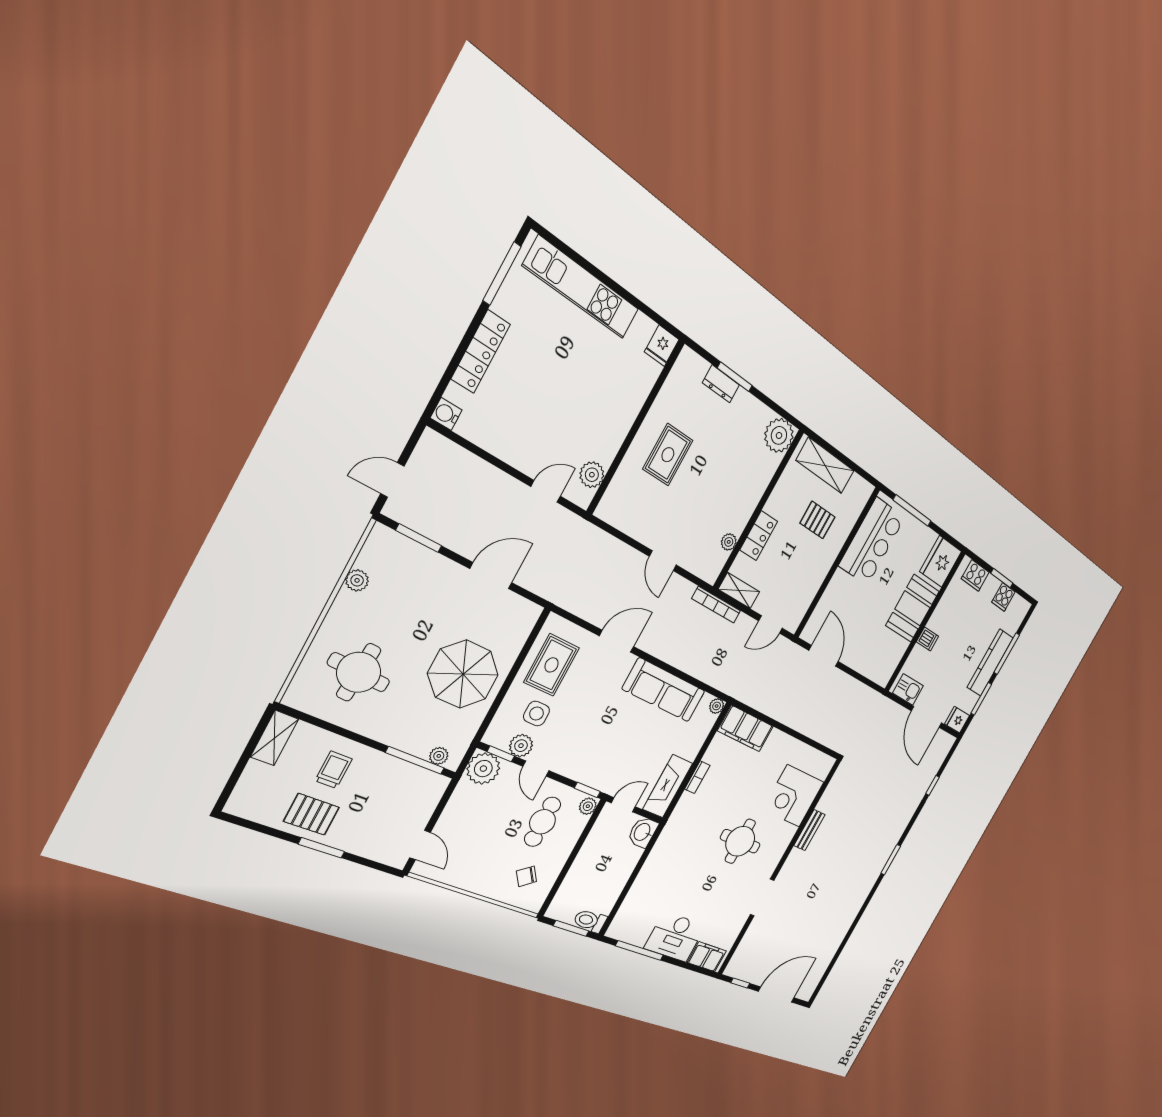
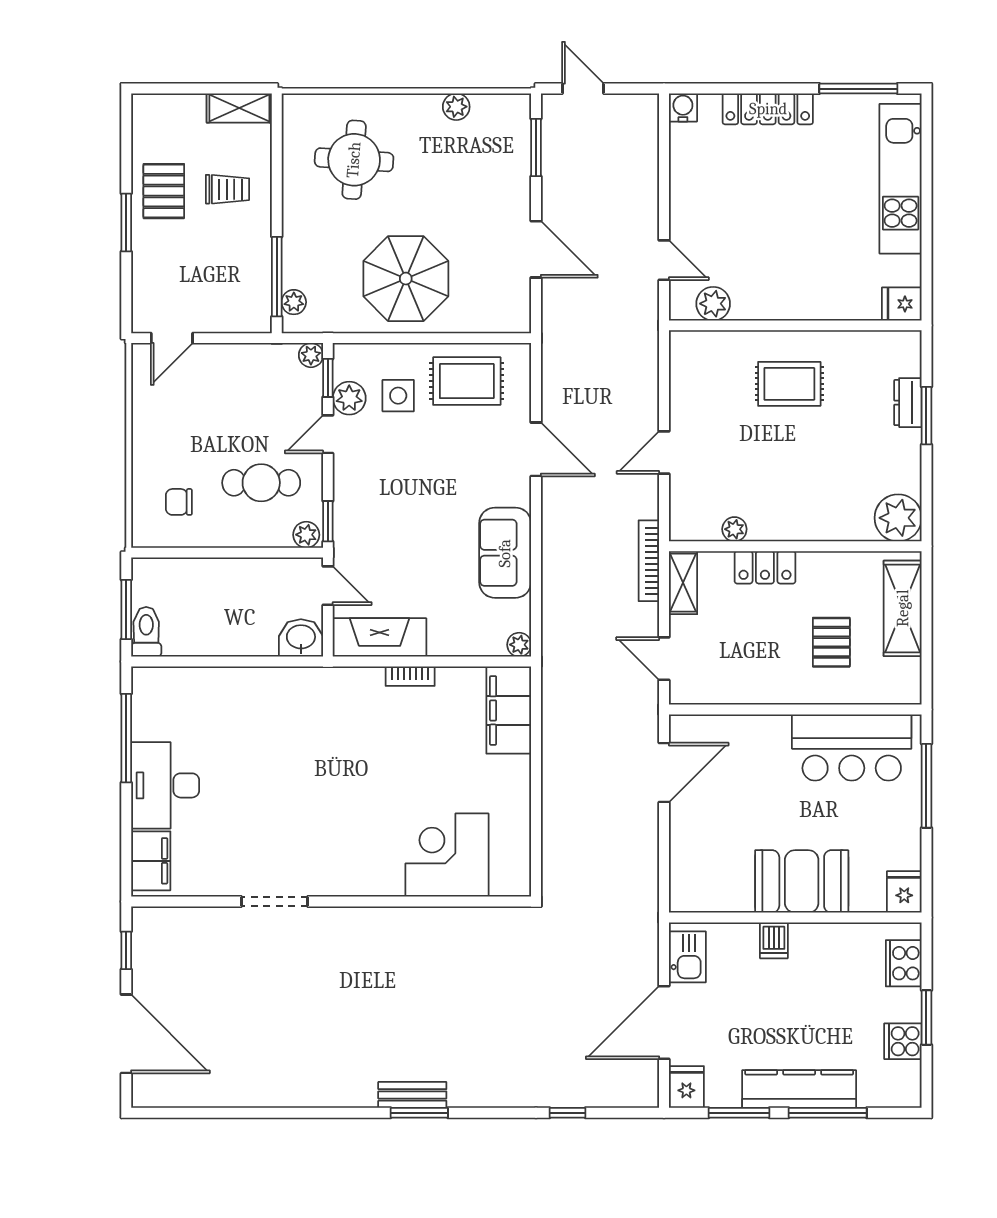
fridge: (941, 561) -> (904, 892), width x0.53, depth x0.75
sofa: (664, 690) -> (505, 553), width x0.73
plant: (483, 769) -> (311, 355), width x0.53, depth x0.53
bench: (809, 830) -> (412, 1095), moved
round table: (740, 841) -> (346, 806), removed
chair: (526, 876) -> (179, 502), turned -53

